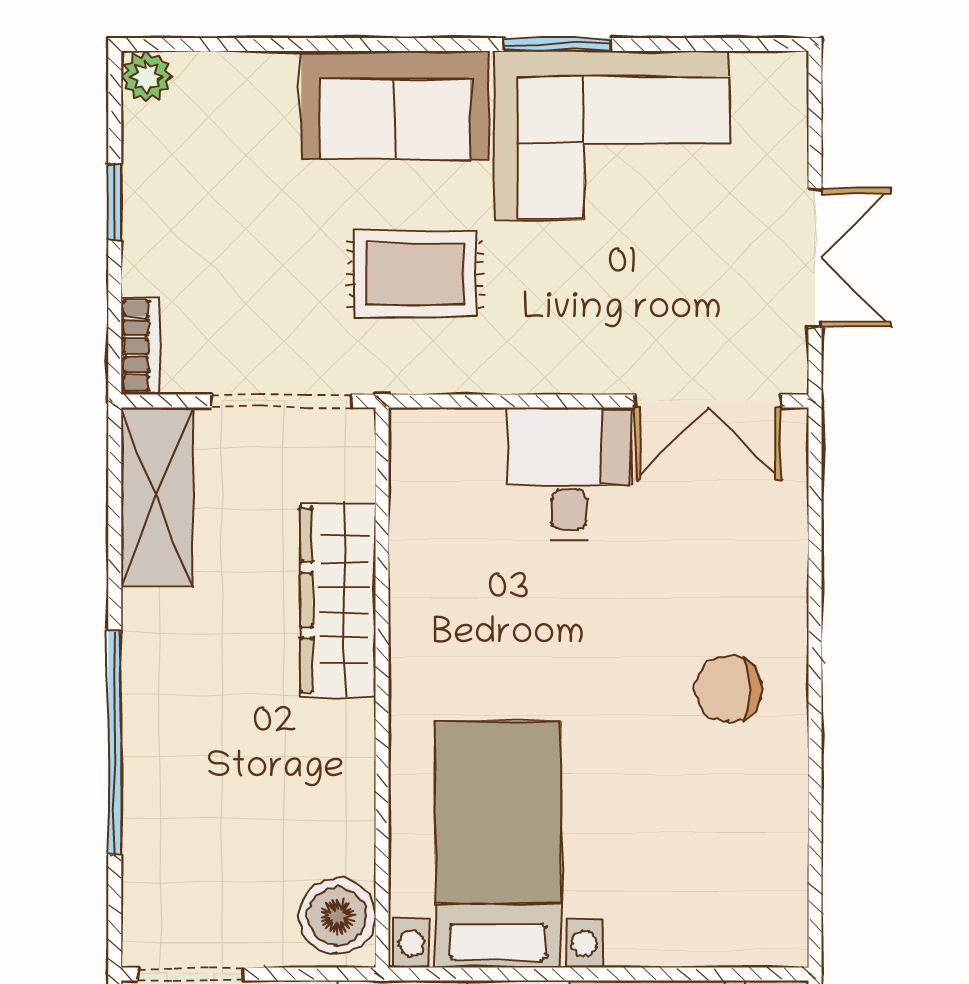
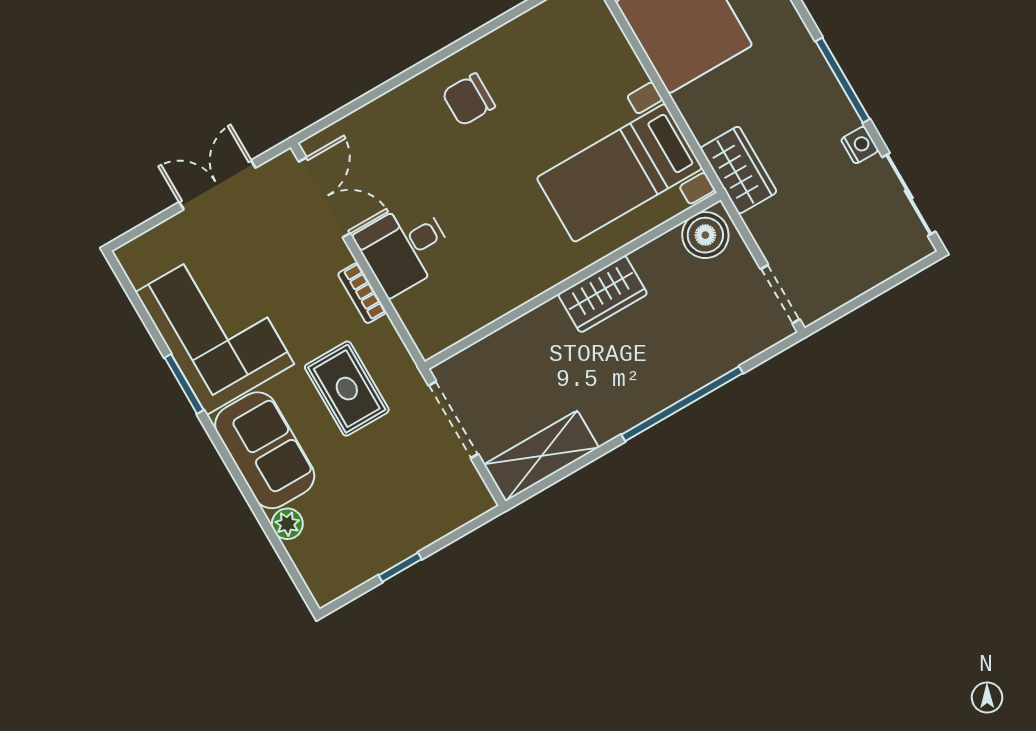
plant: (146, 76) -> (287, 524), moved
bookcase: (140, 346) -> (362, 293), moved, turned -90
wardrobe: (338, 600) -> (603, 294), moved, width x0.67
chair: (729, 689) -> (469, 100), turned 90

